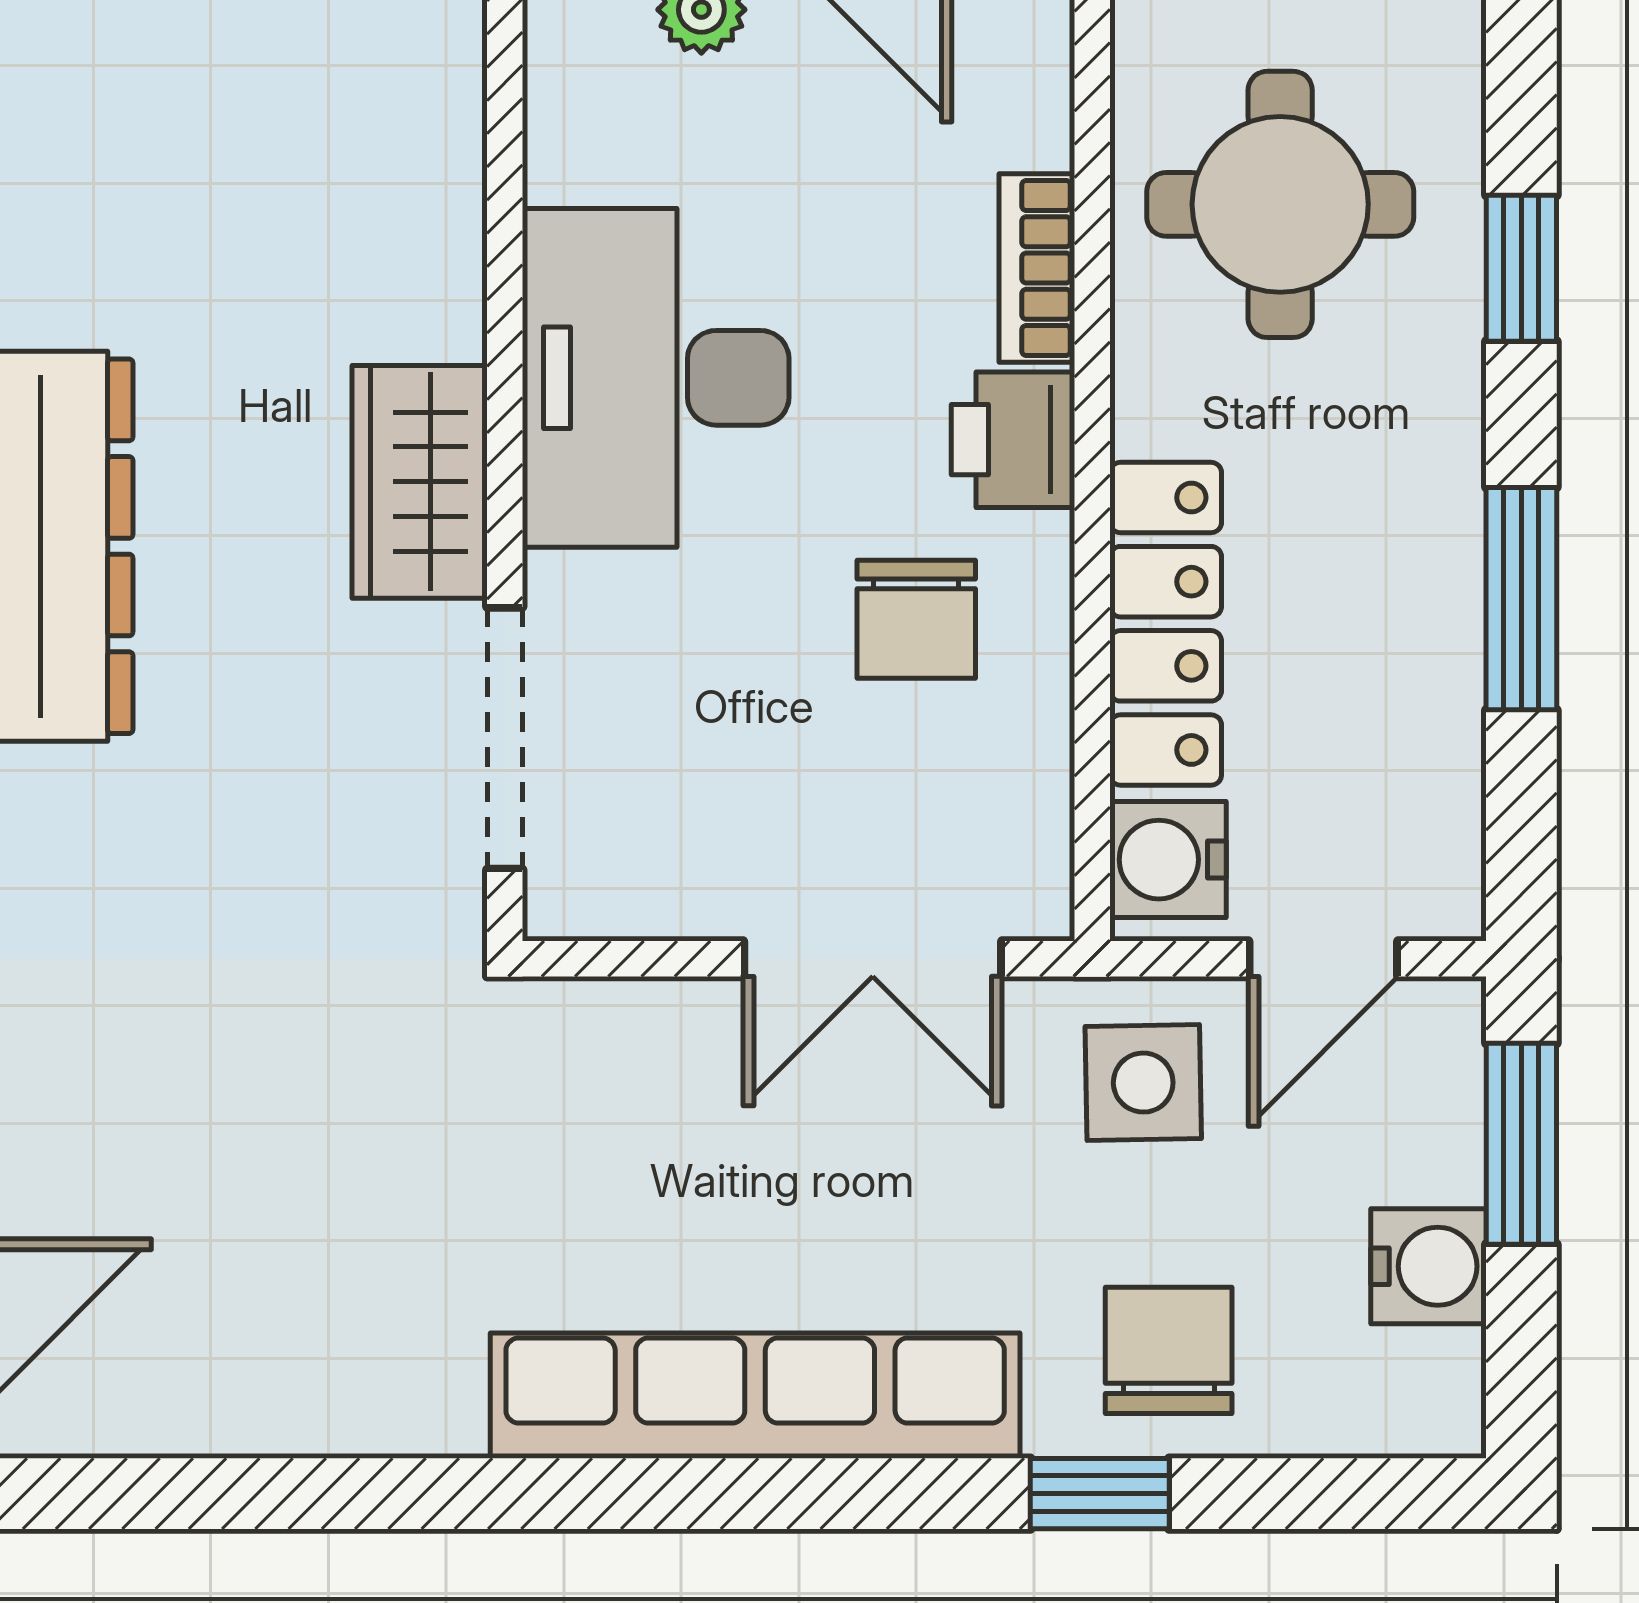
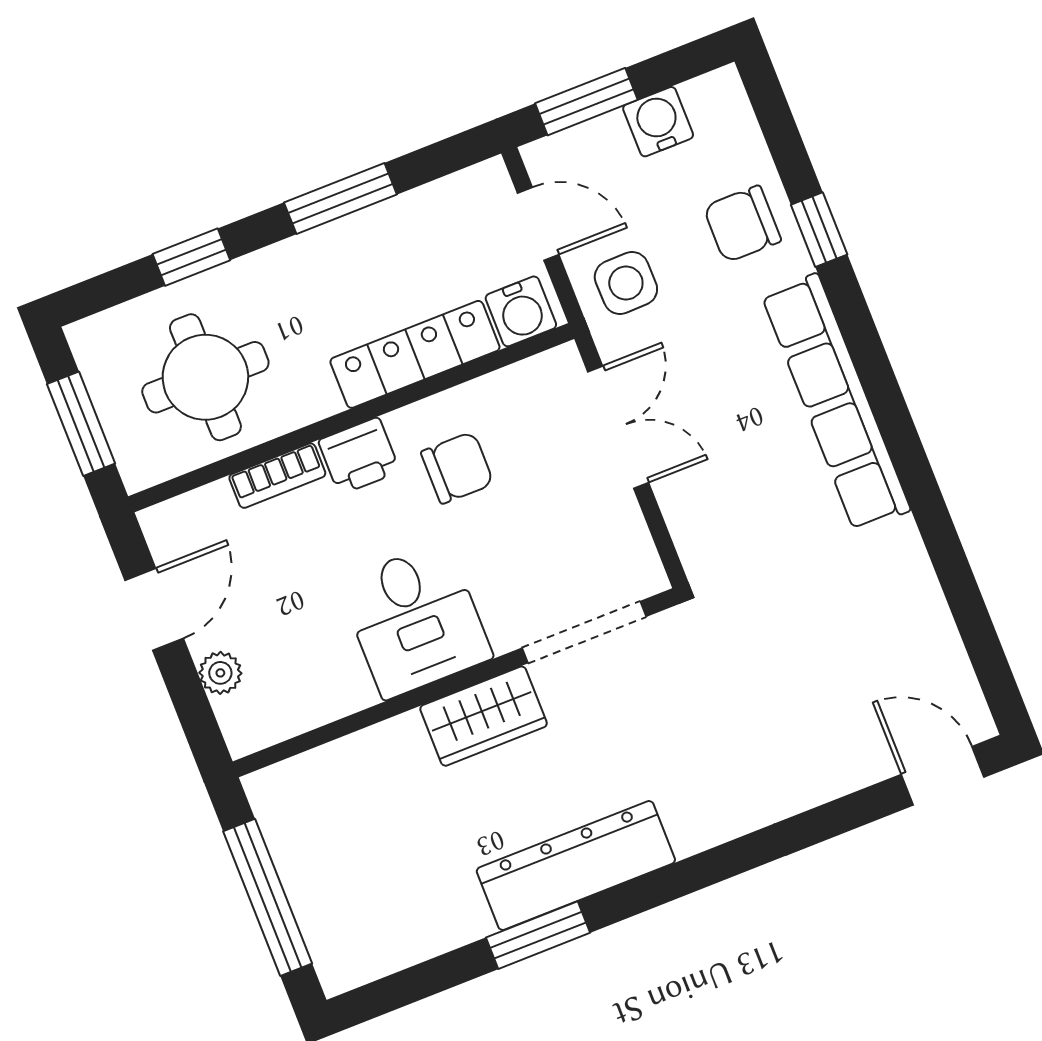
desk: (656, 378) -> (415, 620), width x0.73

